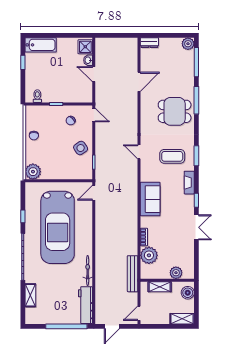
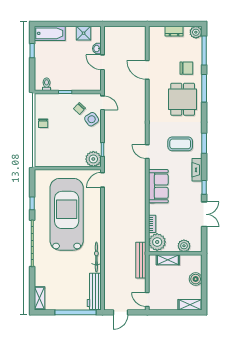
dresser: (149, 43) -> (174, 31), moved
shower: (85, 47) -> (84, 33), moved
chair: (178, 80) -> (186, 68), added
door: (139, 82) -> (147, 70), swing flipped
dining table: (175, 111) -> (183, 99), turned 90
side table: (81, 148) -> (92, 119), moved
door: (139, 152) -> (147, 152), moved
plant: (33, 172) -> (93, 159), moved
car: (58, 227) -> (67, 214), turned 180
plant: (176, 273) -> (184, 246), moved
wall: (167, 280) -> (175, 253), moved
shelving: (160, 287) -> (168, 260), moved
shelving: (30, 295) -> (40, 298), moved
door: (139, 313) -> (147, 299), hinge flipped

